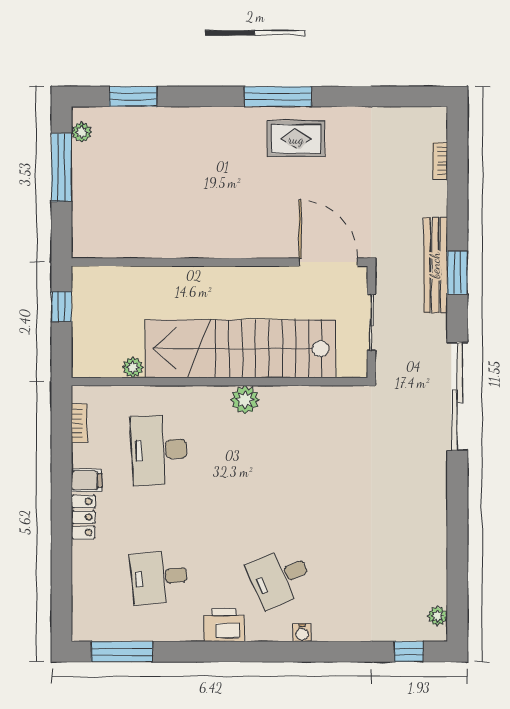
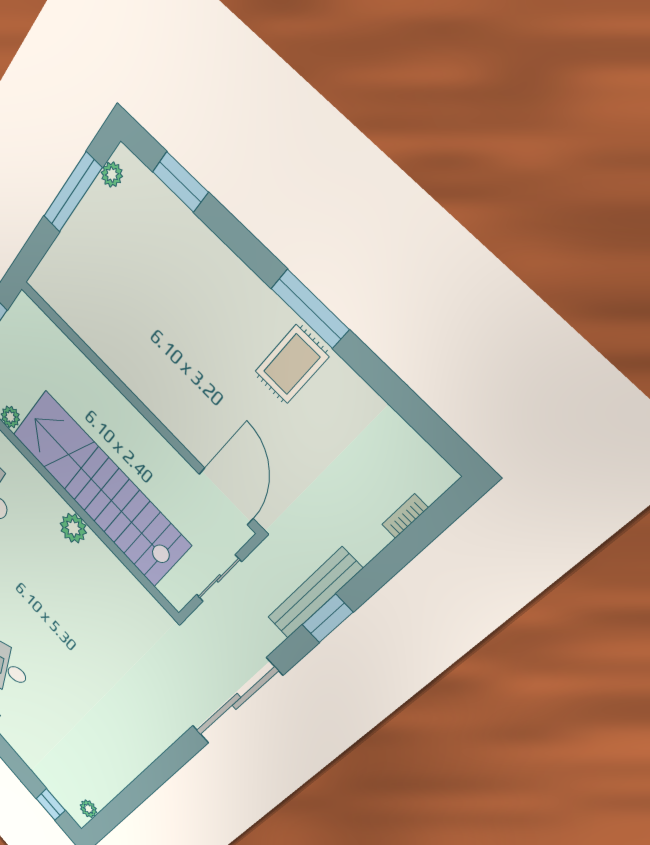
rug: (296, 139) -> (292, 364), turned 90

